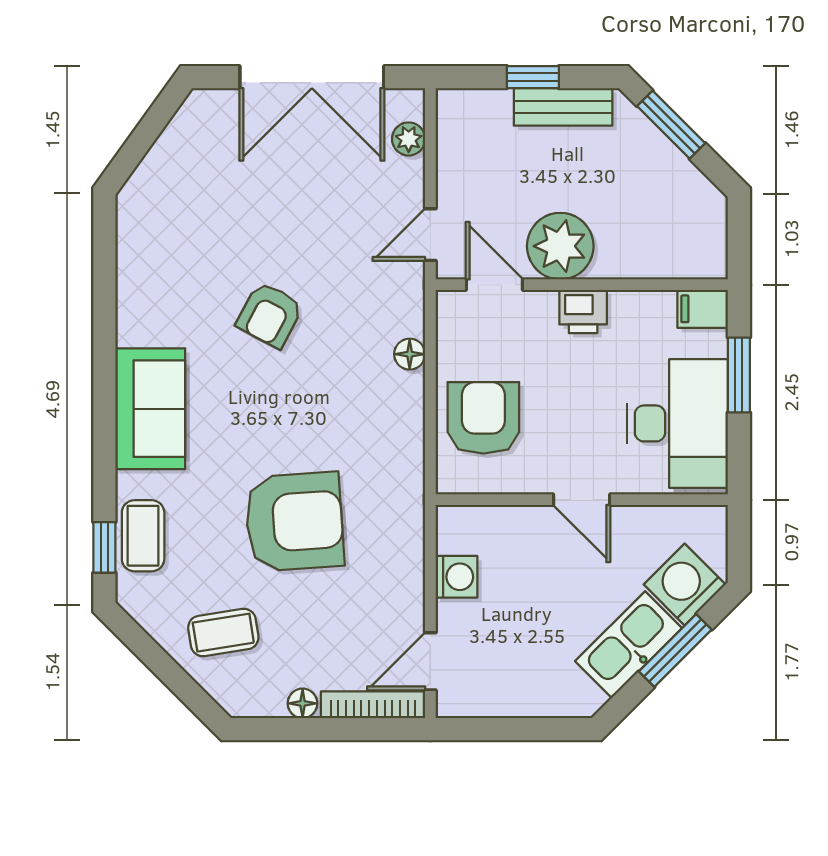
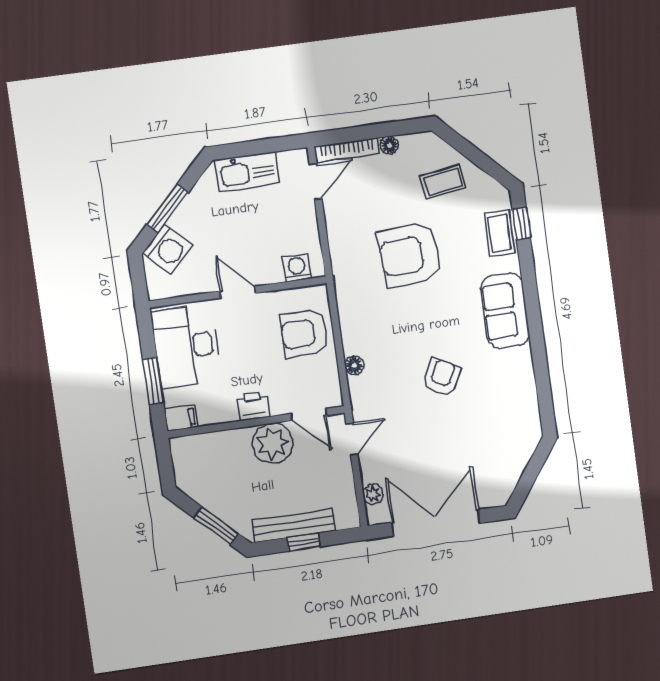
bench: (563, 107) -> (294, 525), width x1.36
armchair: (483, 418) -> (304, 333), turned 90
washing machine: (456, 577) -> (297, 268), moved, turned 90
kitchen sink: (628, 645) -> (247, 172), moved, turned 45

